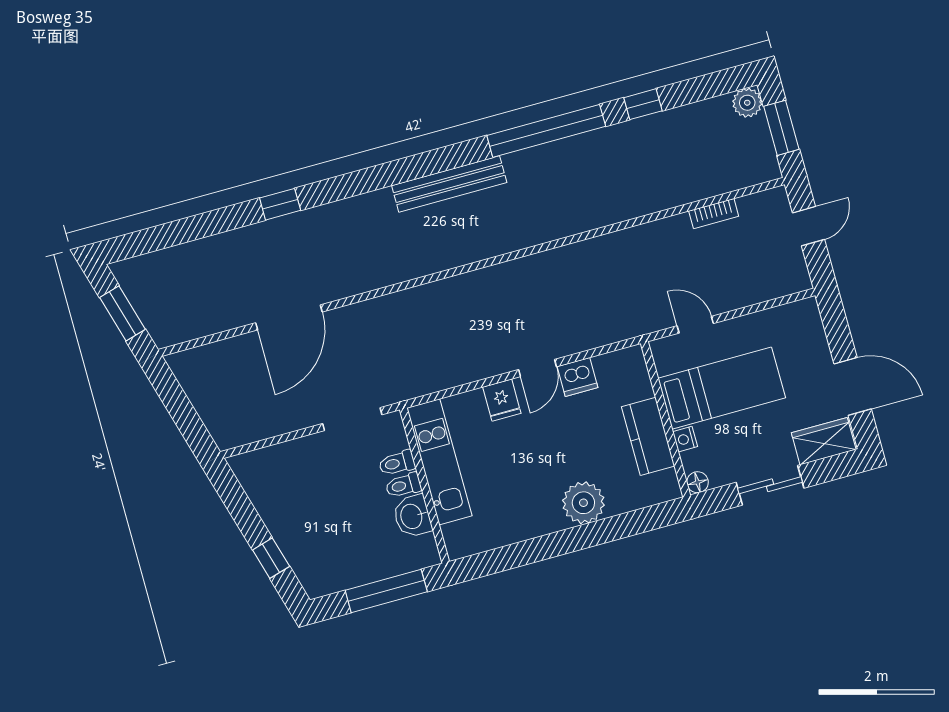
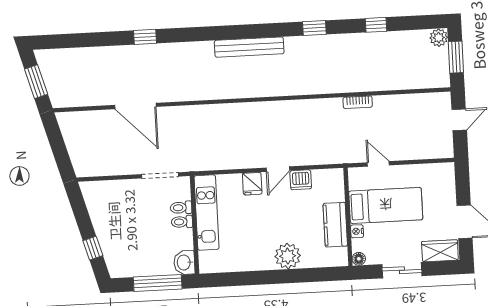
window: (546, 131) -> (314, 28), width x0.32
bookcase: (714, 214) -> (358, 102), moved
door: (289, 317) -> (135, 106), hinge flipped
washbasin: (412, 516) -> (184, 263), moved

